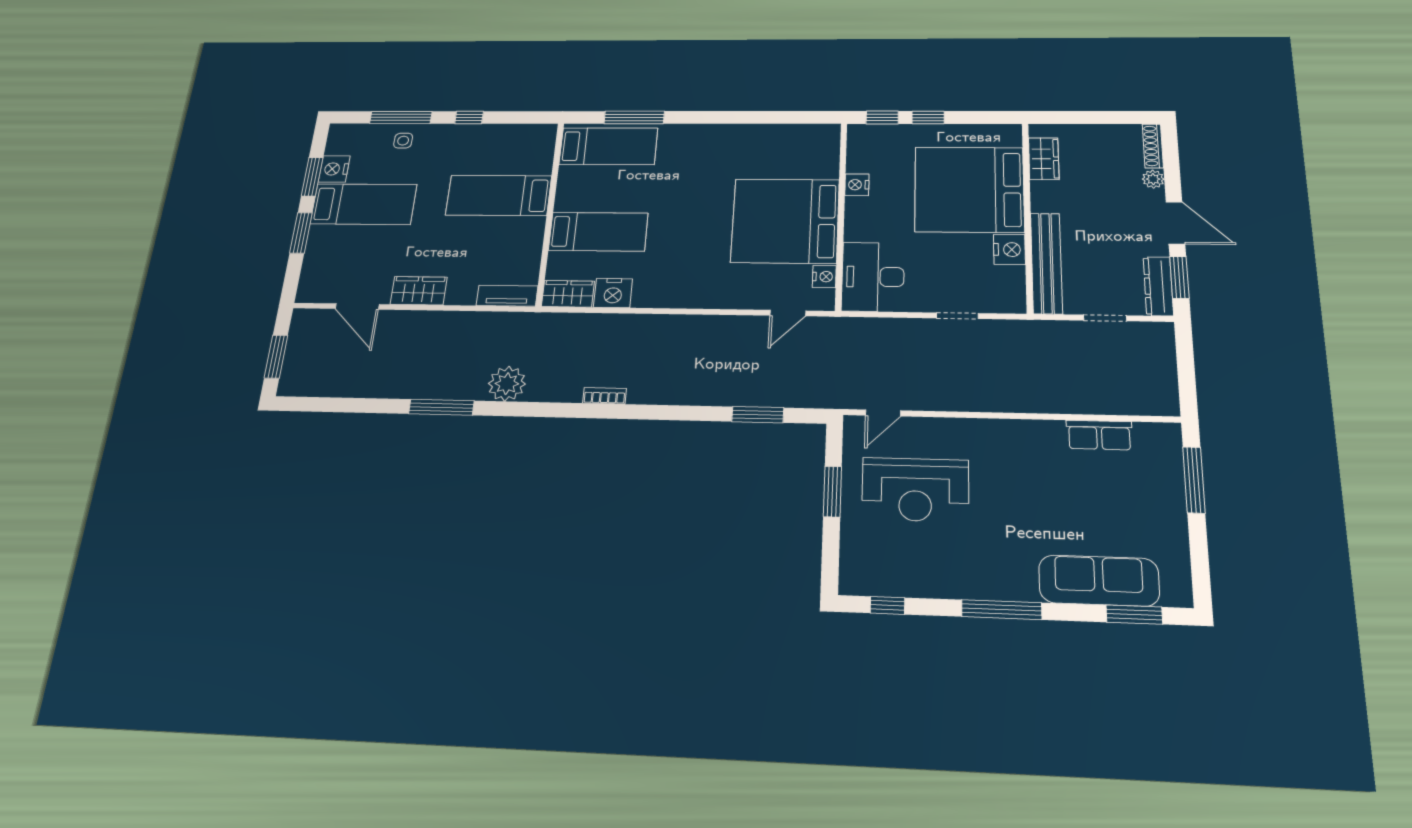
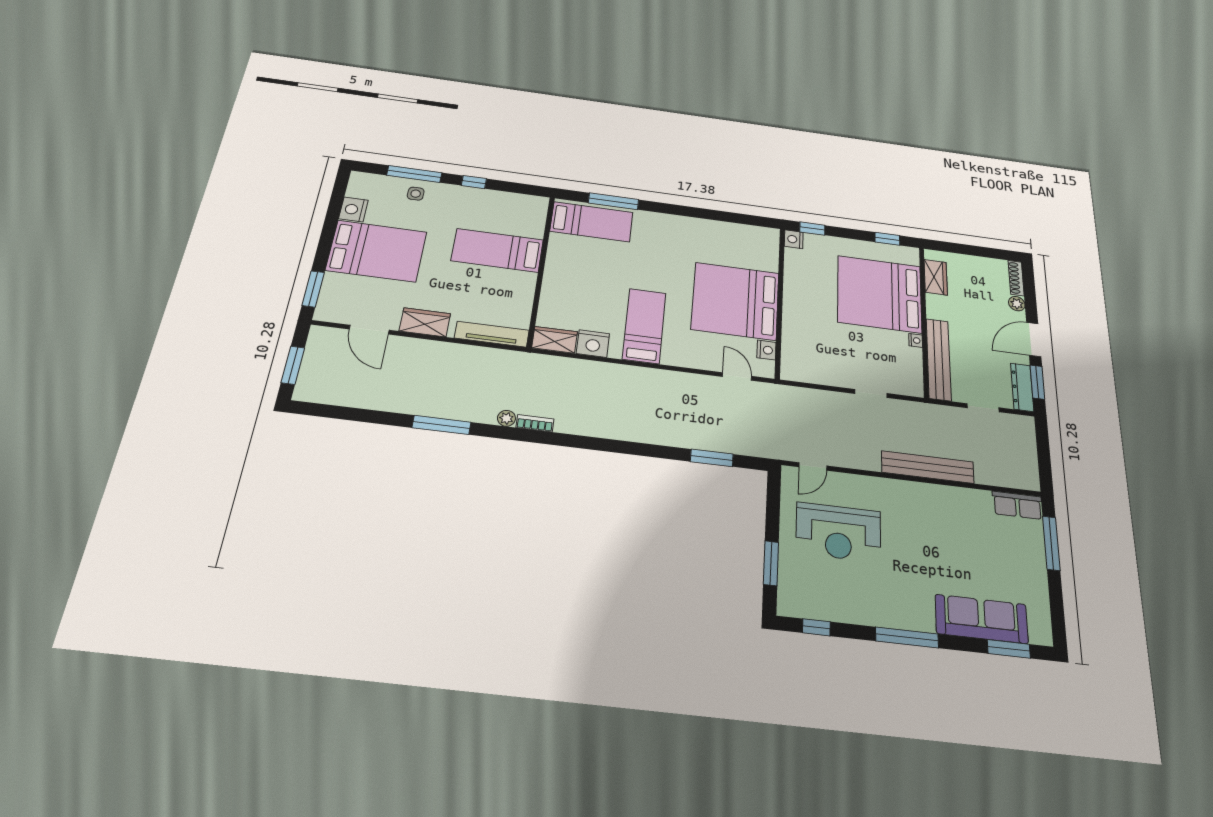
window: (928, 118) -> (887, 239), moved
window: (312, 177) -> (333, 213), removed
nightstand: (857, 185) -> (794, 239), moved
bed: (364, 204) -> (376, 251), width x1.50
door: (1175, 223) -> (1034, 339), swing flipped
bed: (598, 232) -> (644, 326), moved, turned -90
window: (301, 233) -> (313, 289), moved
nightstand: (1009, 250) -> (916, 340), width x0.53, depth x0.56
desk: (873, 277) -> (805, 355), removed
tv unit: (507, 296) -> (492, 334), width x1.41
door: (788, 313) -> (737, 376), swing flipped
plant: (507, 384) -> (506, 418), width x0.53, depth x0.53
bookcase: (605, 396) -> (535, 423), moved
bench: (1031, 400) -> (928, 467), added
row of seats: (1099, 435) -> (1017, 505), moved
window: (833, 492) -> (771, 563), moved

